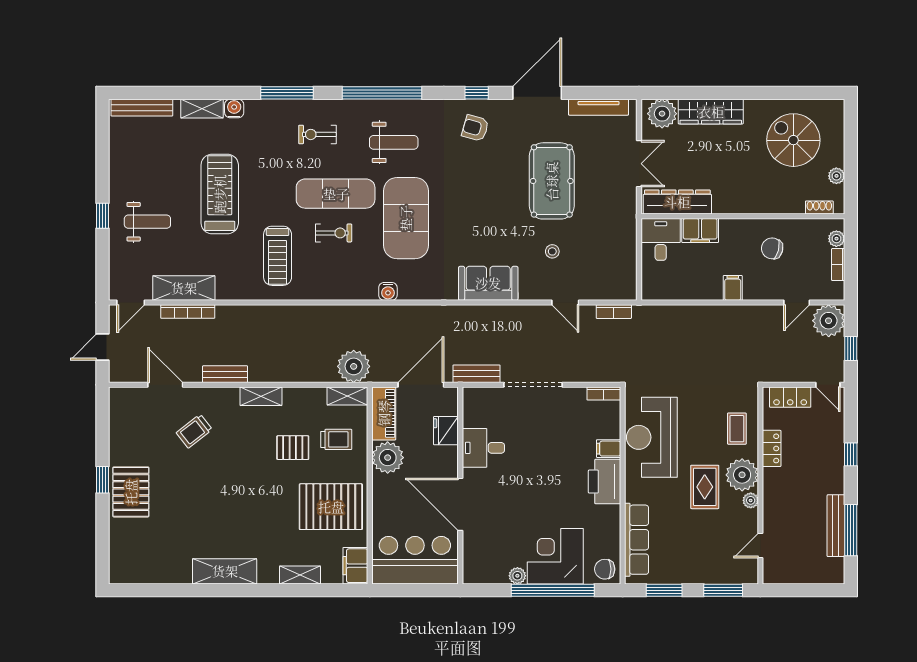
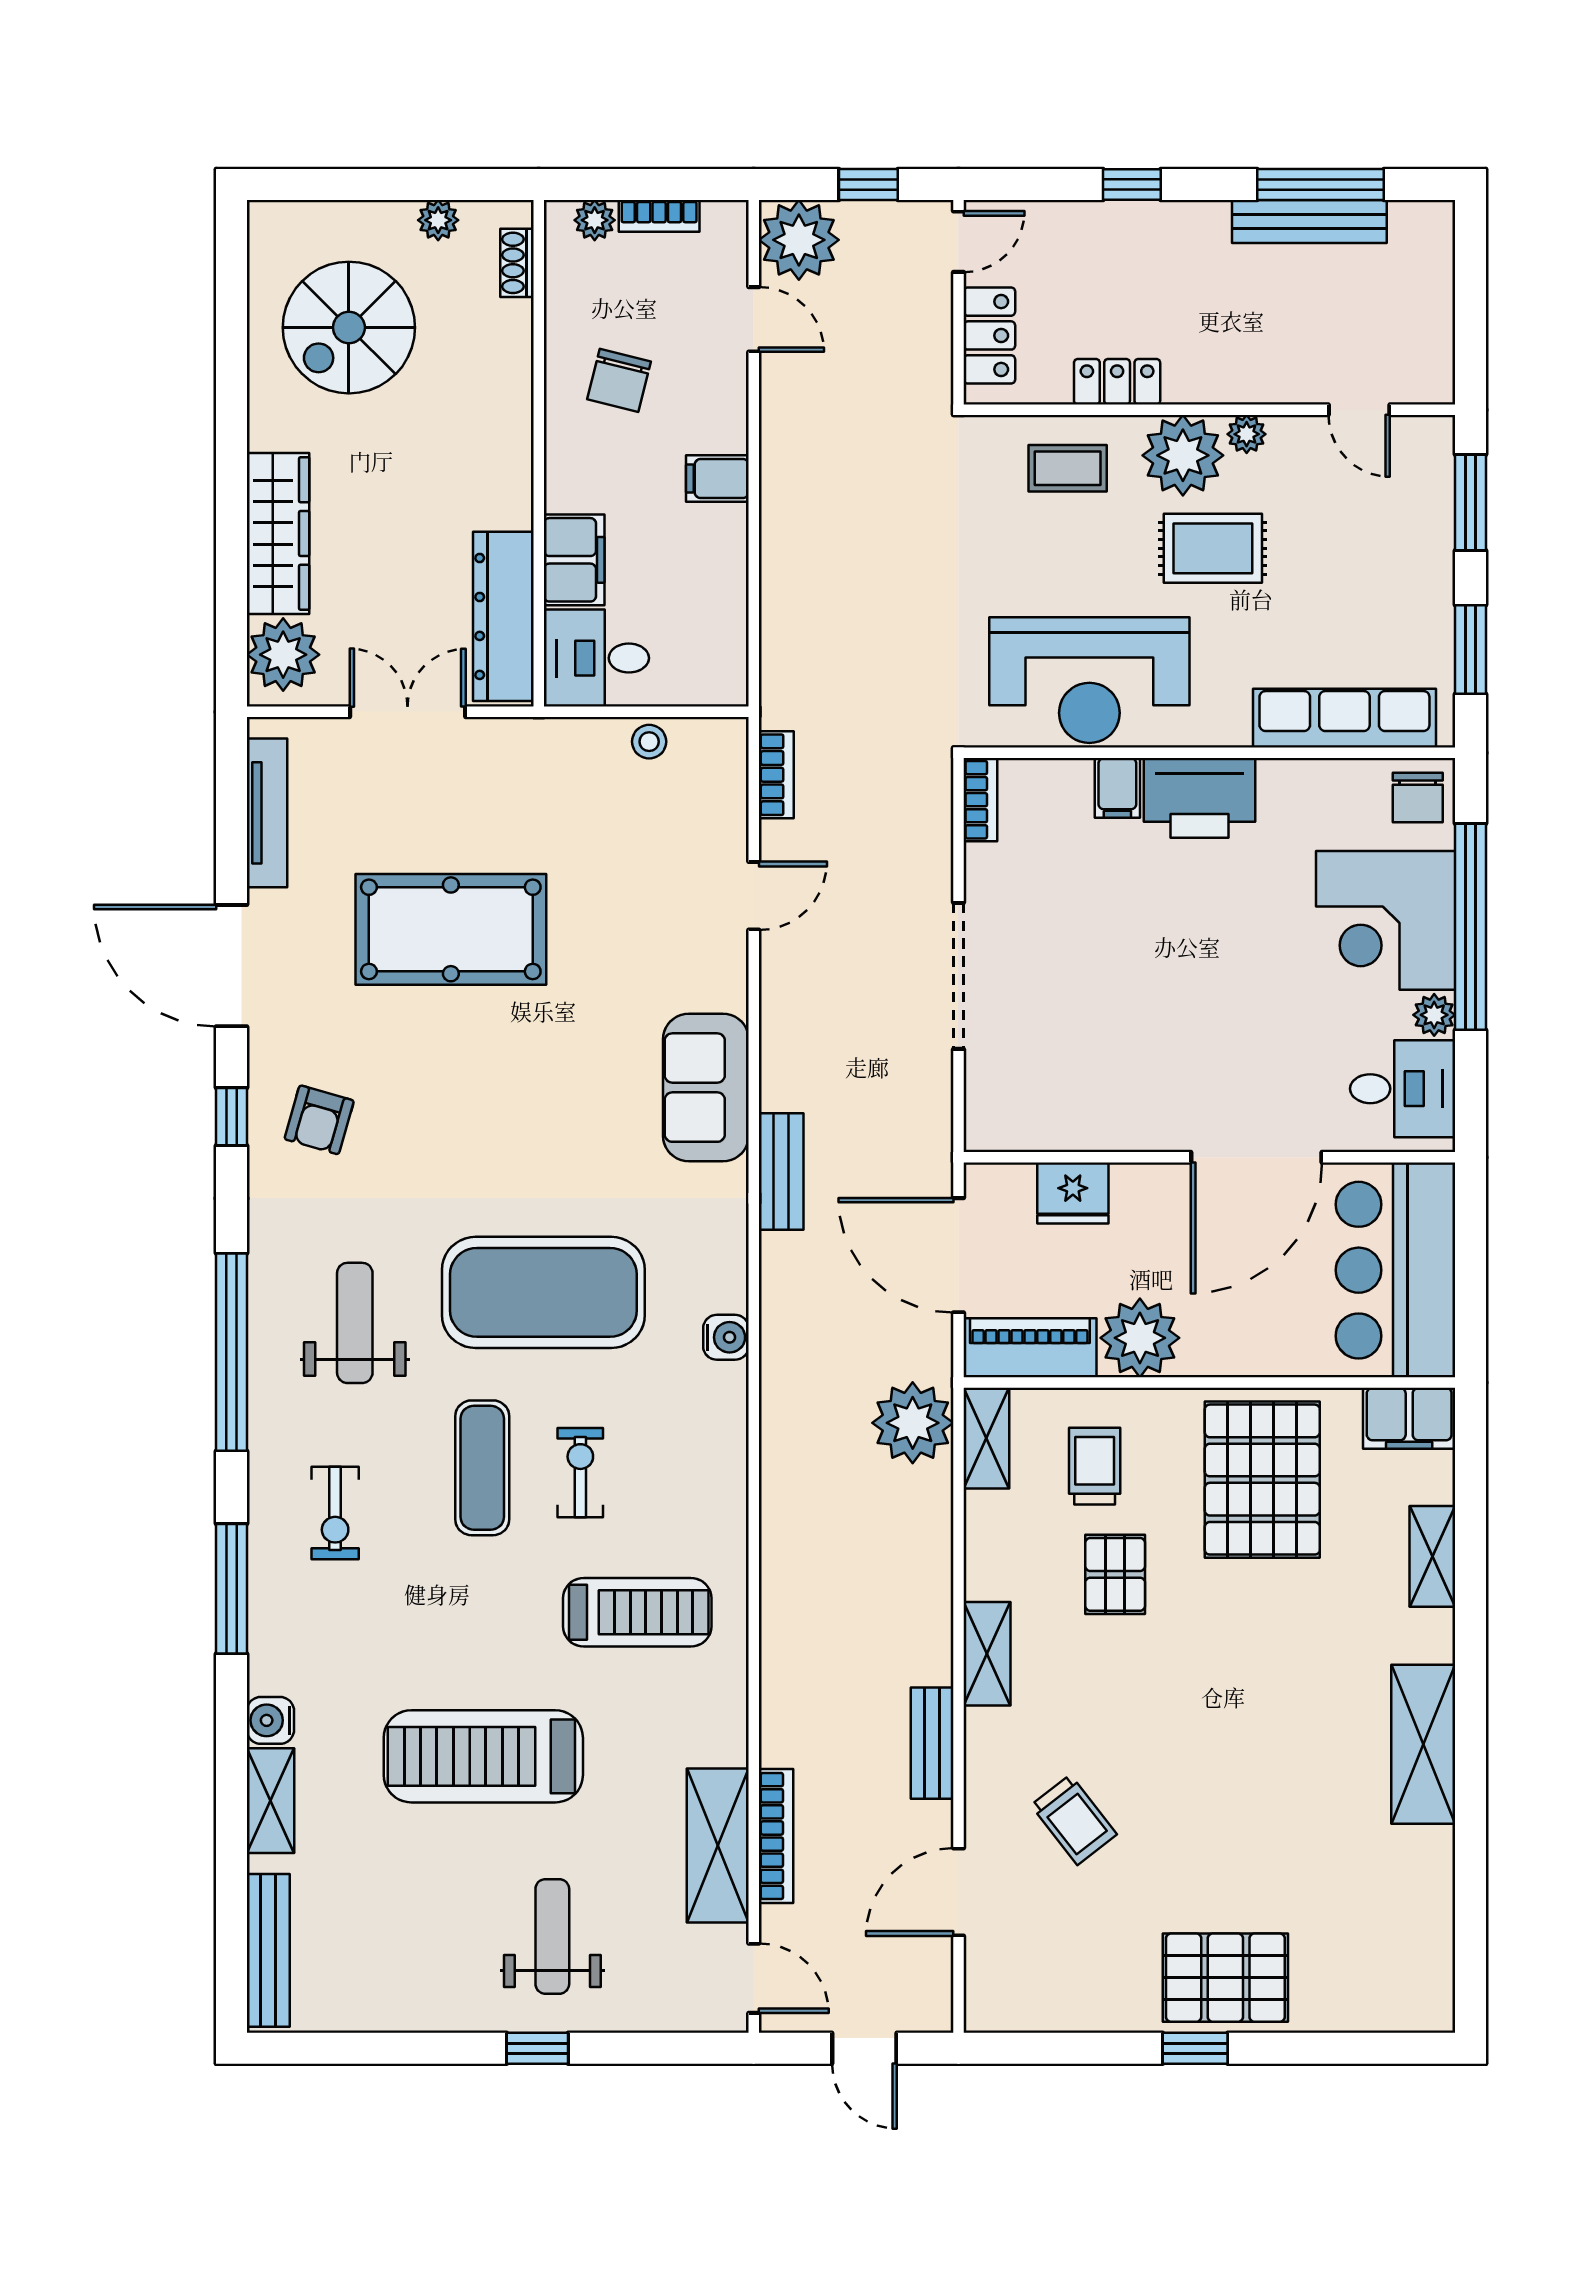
exercise mat: (336, 194) -> (482, 1468), width x0.73, depth x0.69
stool: (552, 251) -> (649, 742), moved
bench: (476, 374) -> (781, 1171), moved
desk: (483, 448) -> (1403, 1089), moved, turned -90

